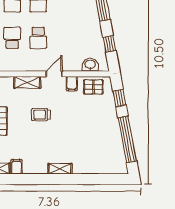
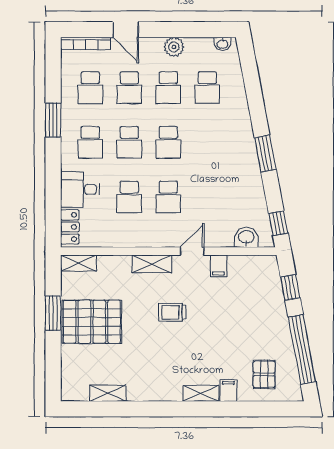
school desk: (12, 38) -> (129, 197), turned 180
window: (109, 44) -> (278, 223), moved
pallet: (93, 87) -> (264, 374), moved, turned 90
filing cabinet: (17, 167) -> (228, 390), moved

